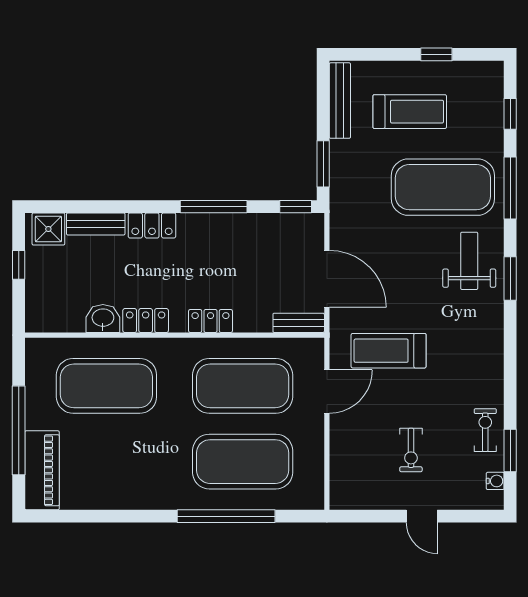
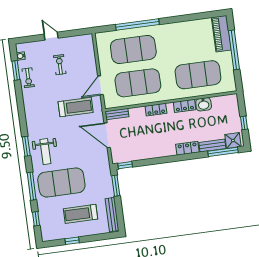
window: (214, 207) -> (223, 152), moved

